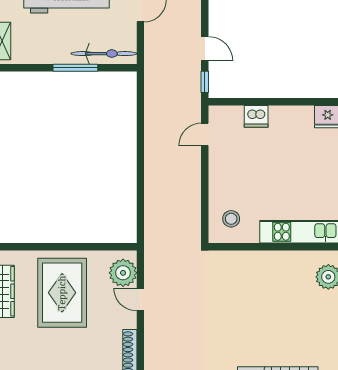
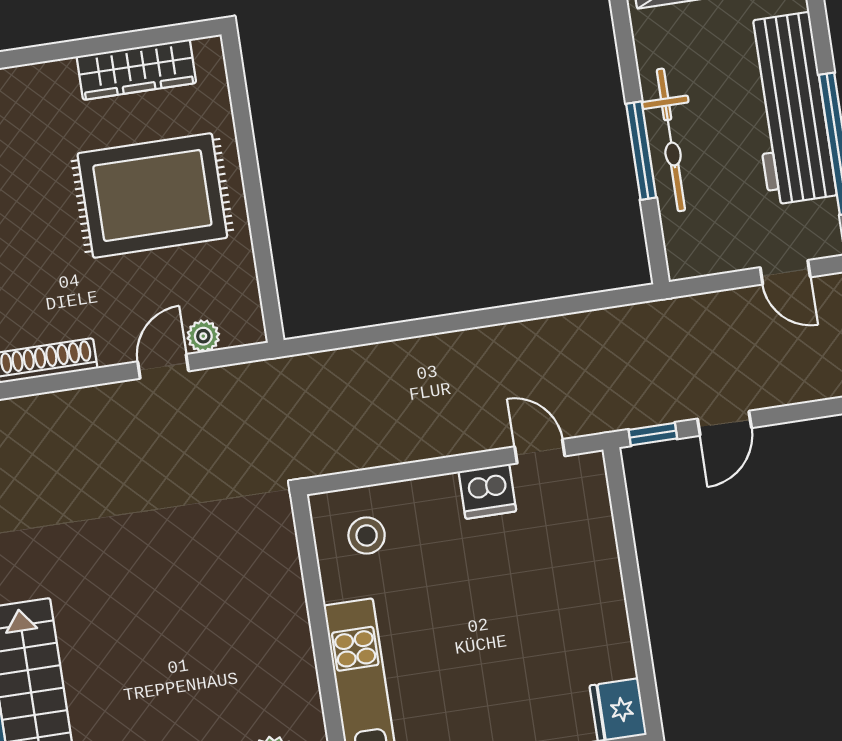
bicycle: (104, 54) -> (671, 140), moved
dishwasher: (256, 116) -> (487, 491), moved, turned -90
plant: (123, 273) -> (203, 336), width x0.53, depth x0.53

